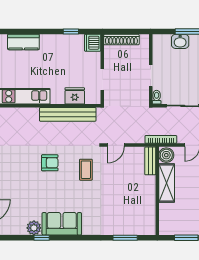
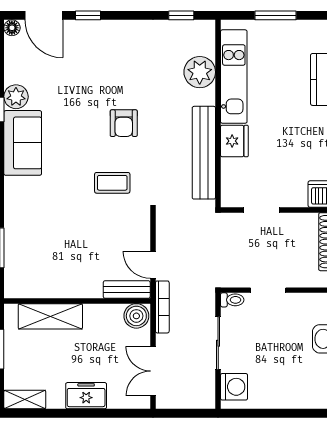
fridge: (75, 96) -> (234, 141), moved
plant: (19, 117) -> (200, 72), added
door: (116, 145) -> (153, 265), moved
shelving: (167, 183) -> (50, 316), moved

